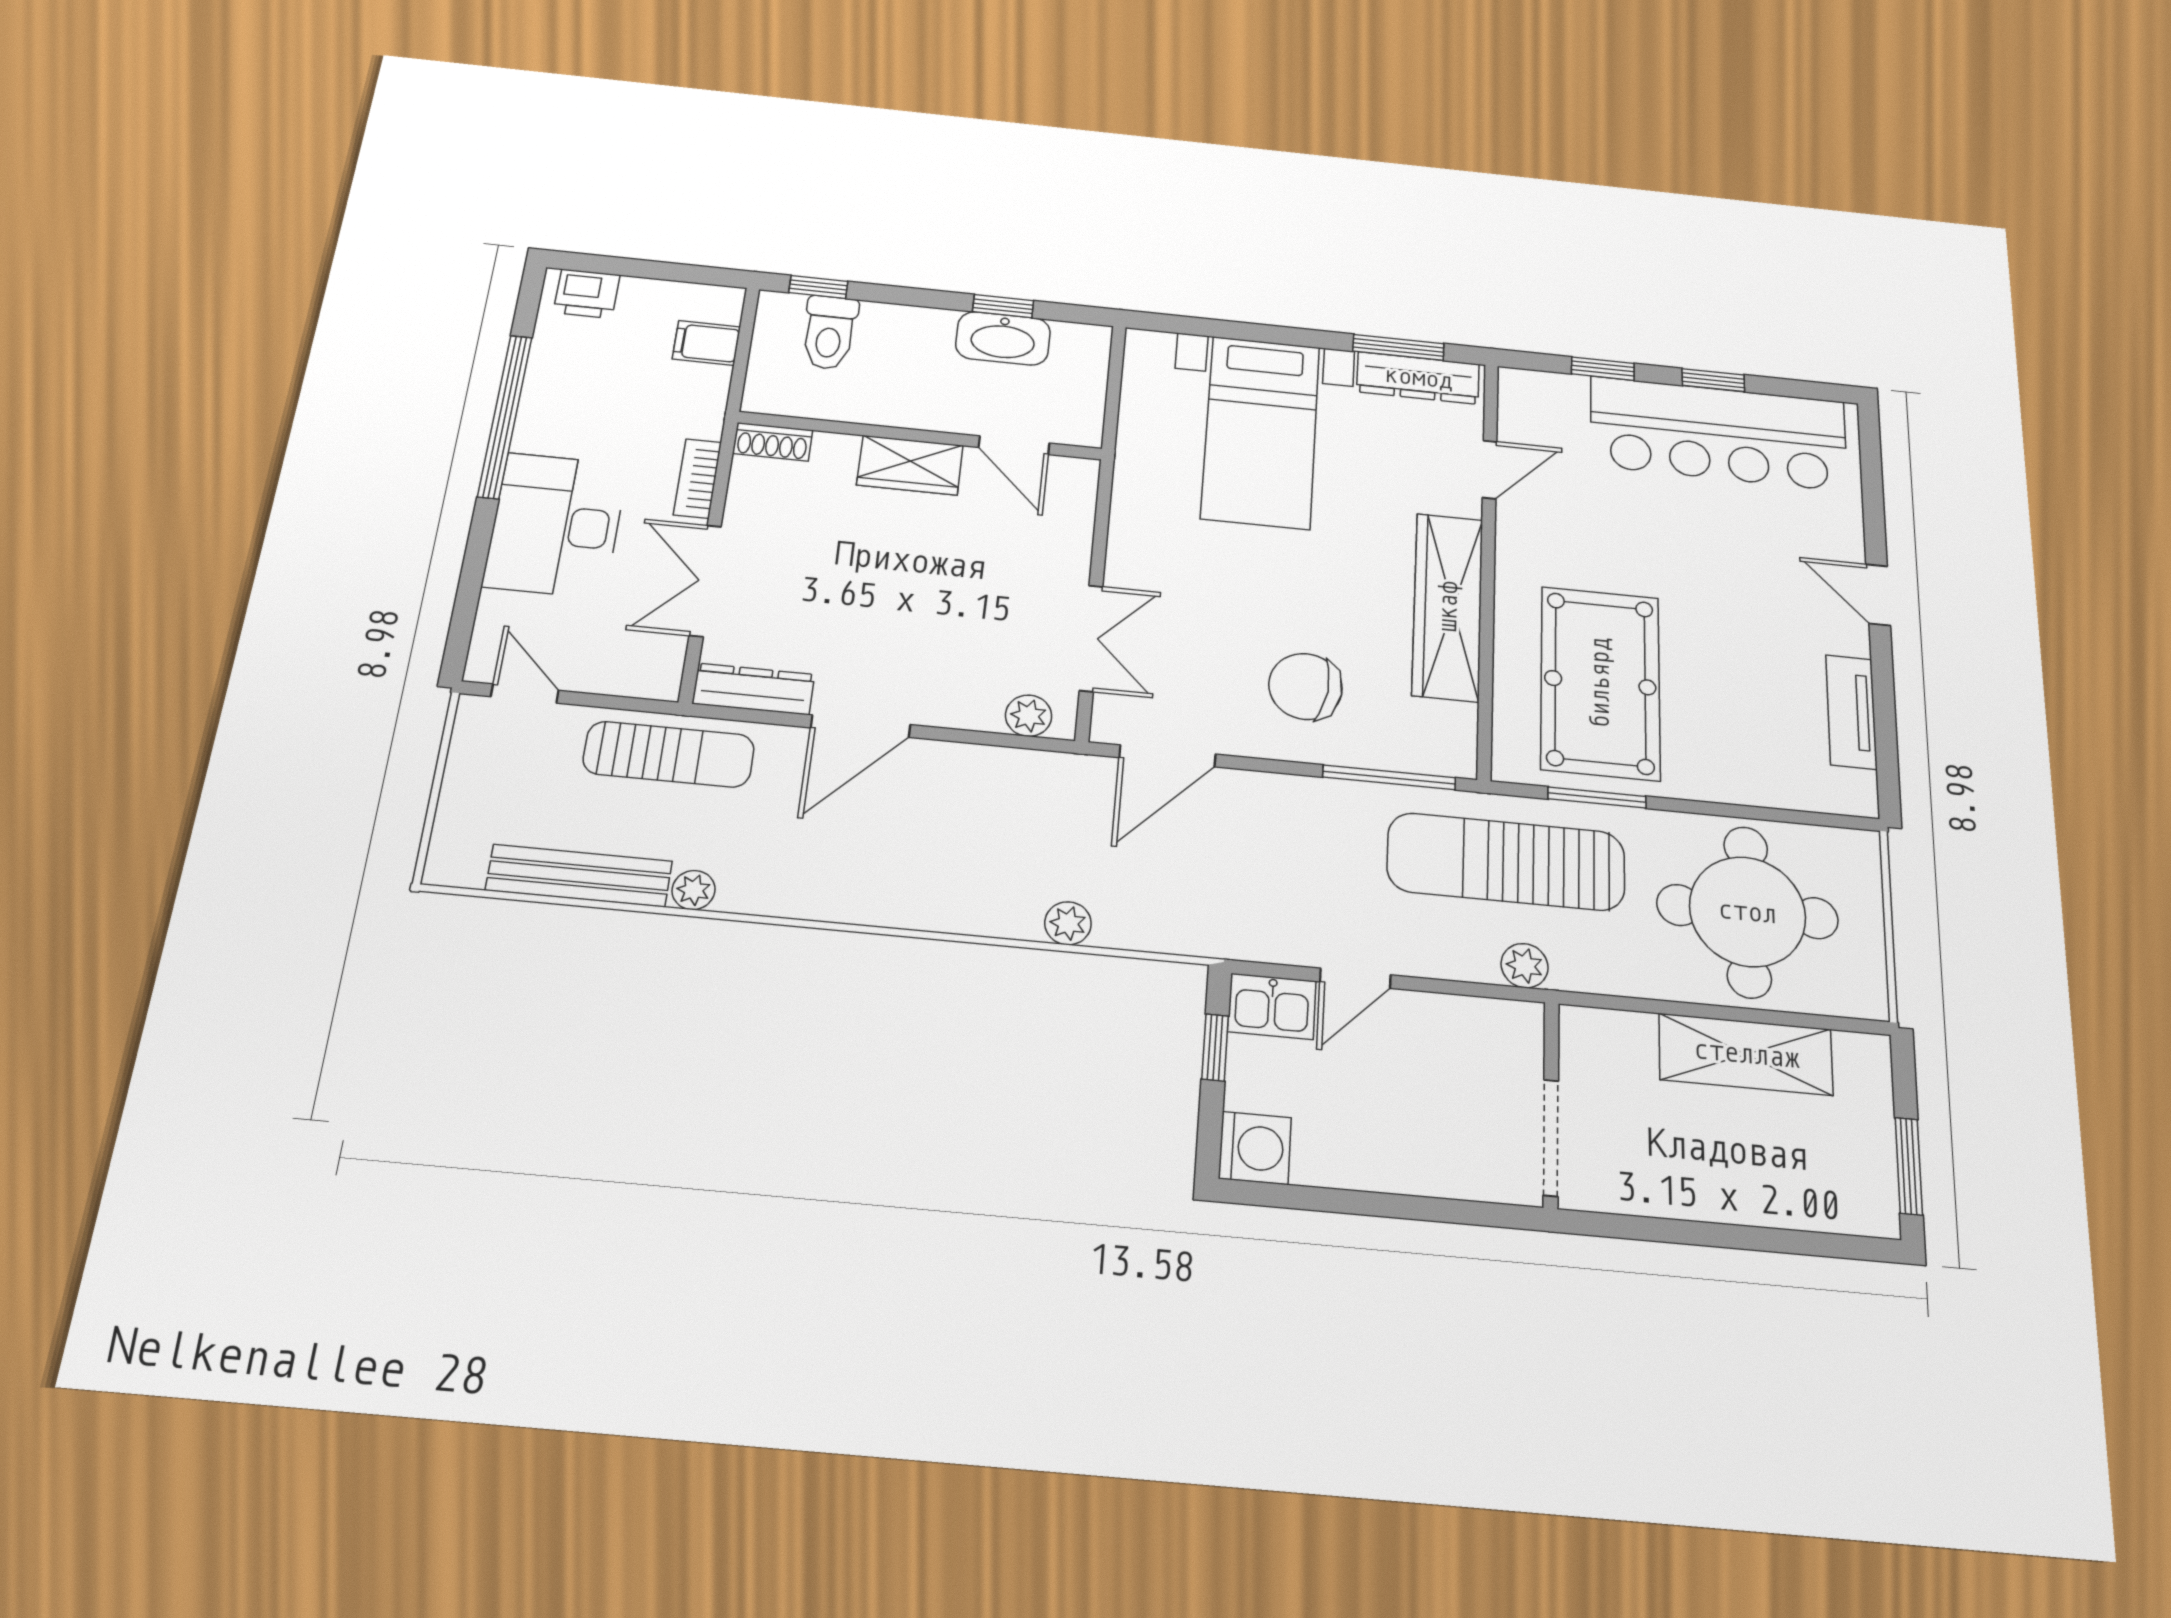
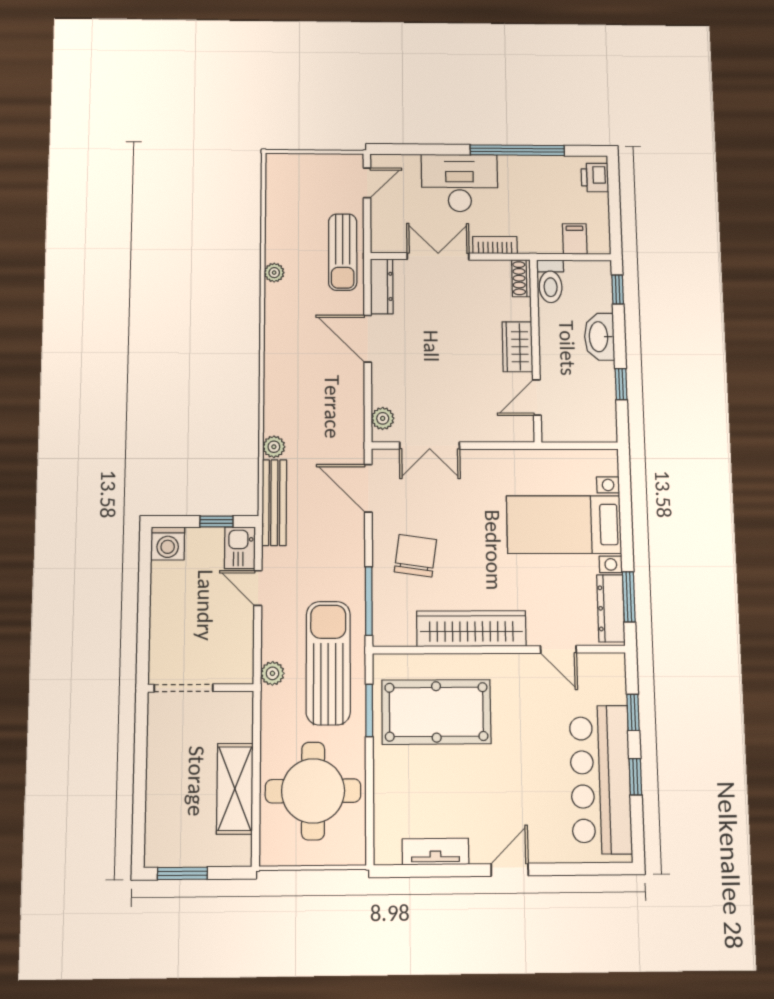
toilet: (829, 333) -> (550, 281), moved, turned -90
washbasin: (1003, 338) -> (599, 337), moved
bench: (579, 876) -> (274, 503), moved

